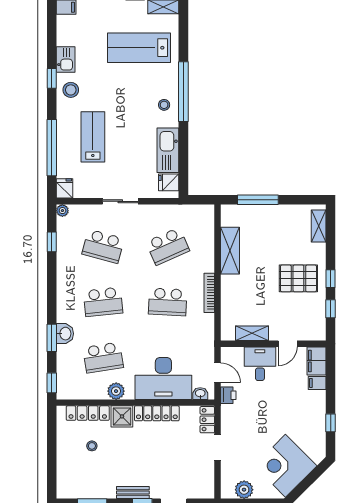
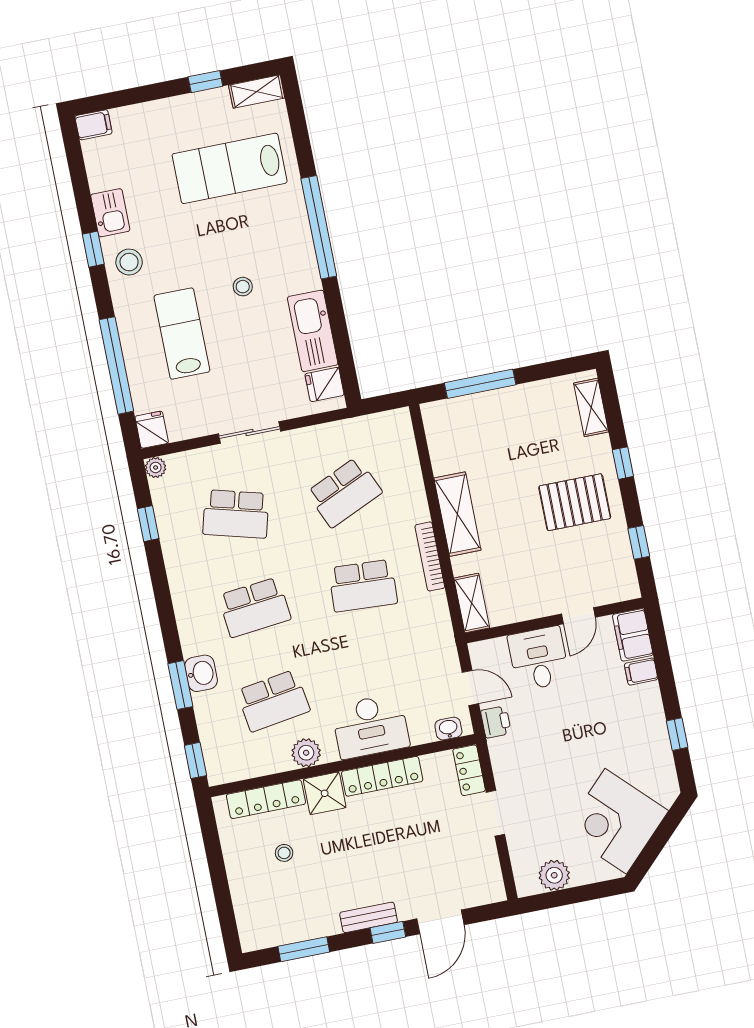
stool: (164, 105) -> (243, 287), moved
shelving: (230, 251) -> (457, 514), moved
window: (331, 279) -> (623, 463), moved
shelving: (252, 333) -> (472, 603), moved, turned 90
desk: (163, 378) -> (370, 726), width x0.73, depth x0.77

